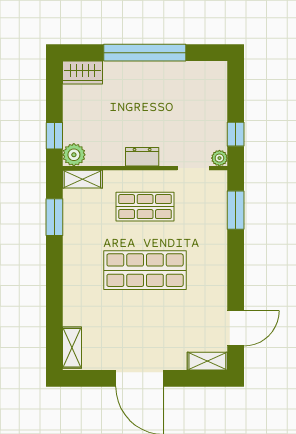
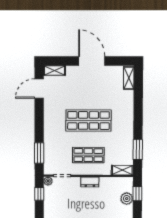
plant: (74, 155) -> (127, 199), moved

